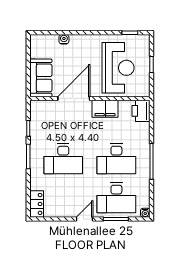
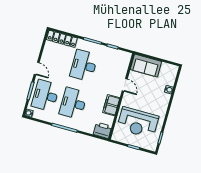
door: (74, 98) -> (125, 85), width x0.53
locker: (37, 204) -> (62, 39), width x1.53

